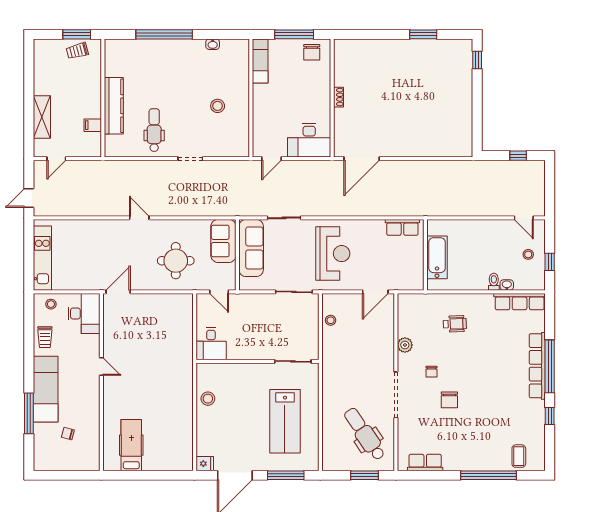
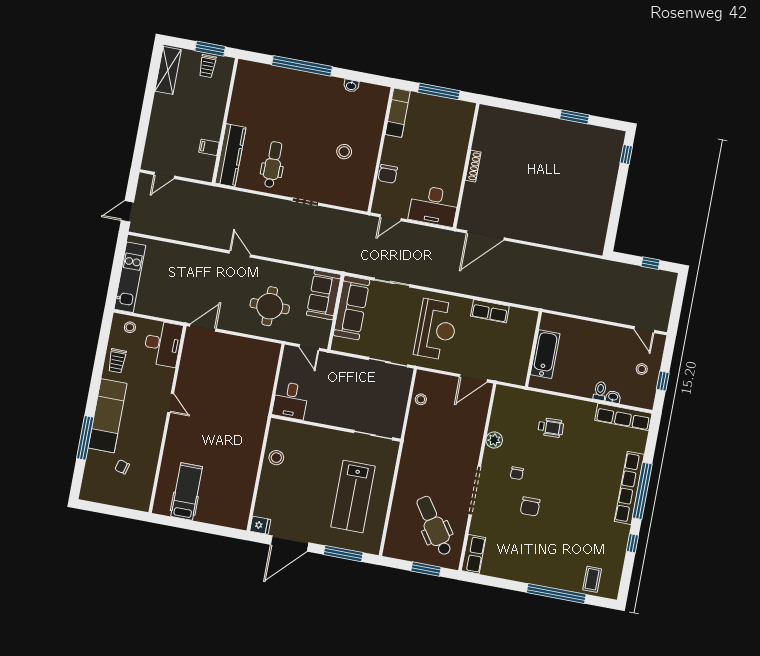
trolley: (77, 51) -> (207, 66), turned -75
chair: (312, 52) -> (388, 174), moved
shoe rack: (339, 97) -> (473, 166), width x1.43
kitchen counter: (114, 106) -> (230, 155), moved
shelving: (42, 117) -> (168, 70), moved
row of seats: (402, 227) -> (490, 311), moved
row of seats: (425, 462) -> (474, 554), moved, turned 90

